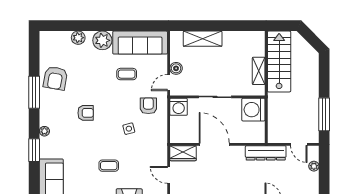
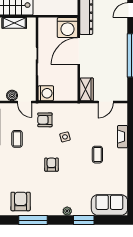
armchair: (55, 78) -> (21, 201), turned -100
washing machine: (253, 110) -> (68, 28), moved
armchair: (86, 113) -> (51, 165), moved
door: (214, 144) -> (79, 51), moved

